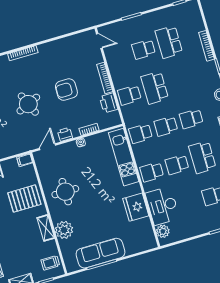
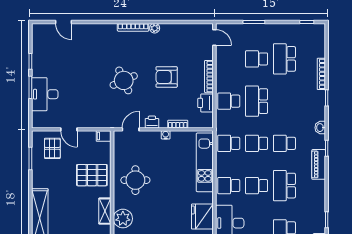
plant: (43, 48) -> (155, 28), added

